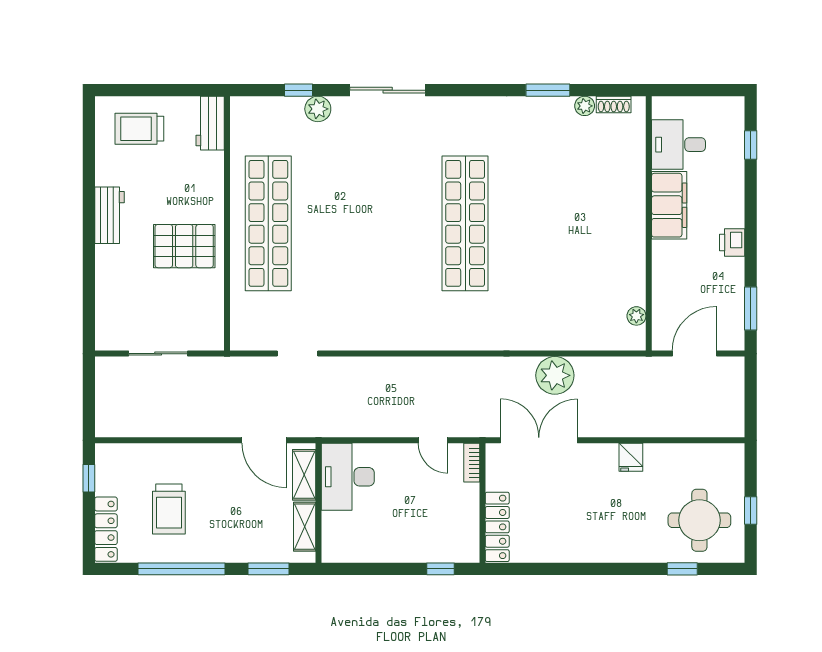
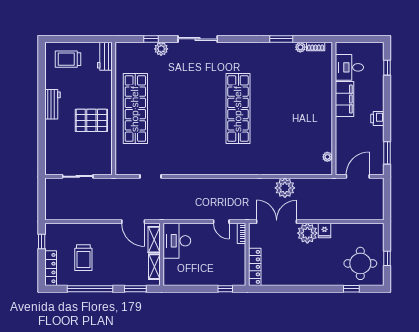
plant: (598, 462) -> (307, 233), added

